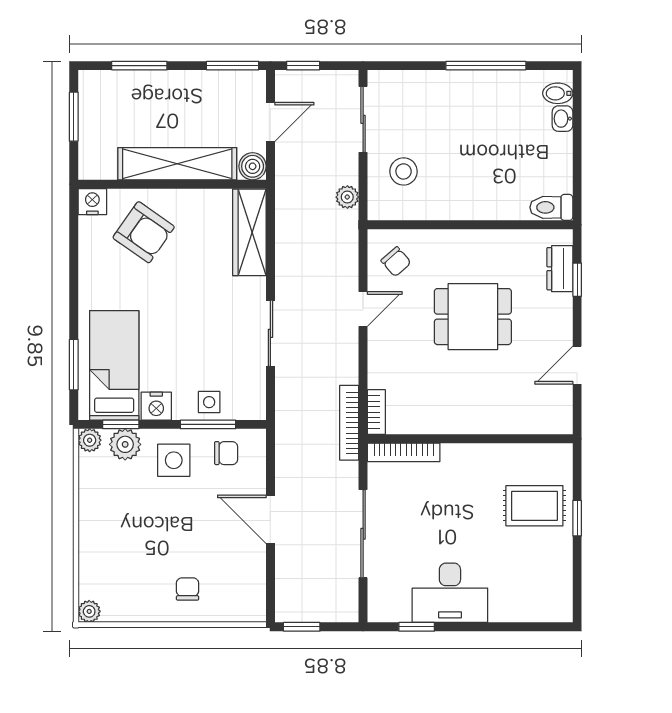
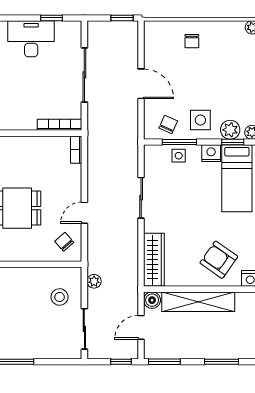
bookcase: (349, 423) -> (93, 143), removed
chair: (226, 453) -> (168, 124), turned 114

